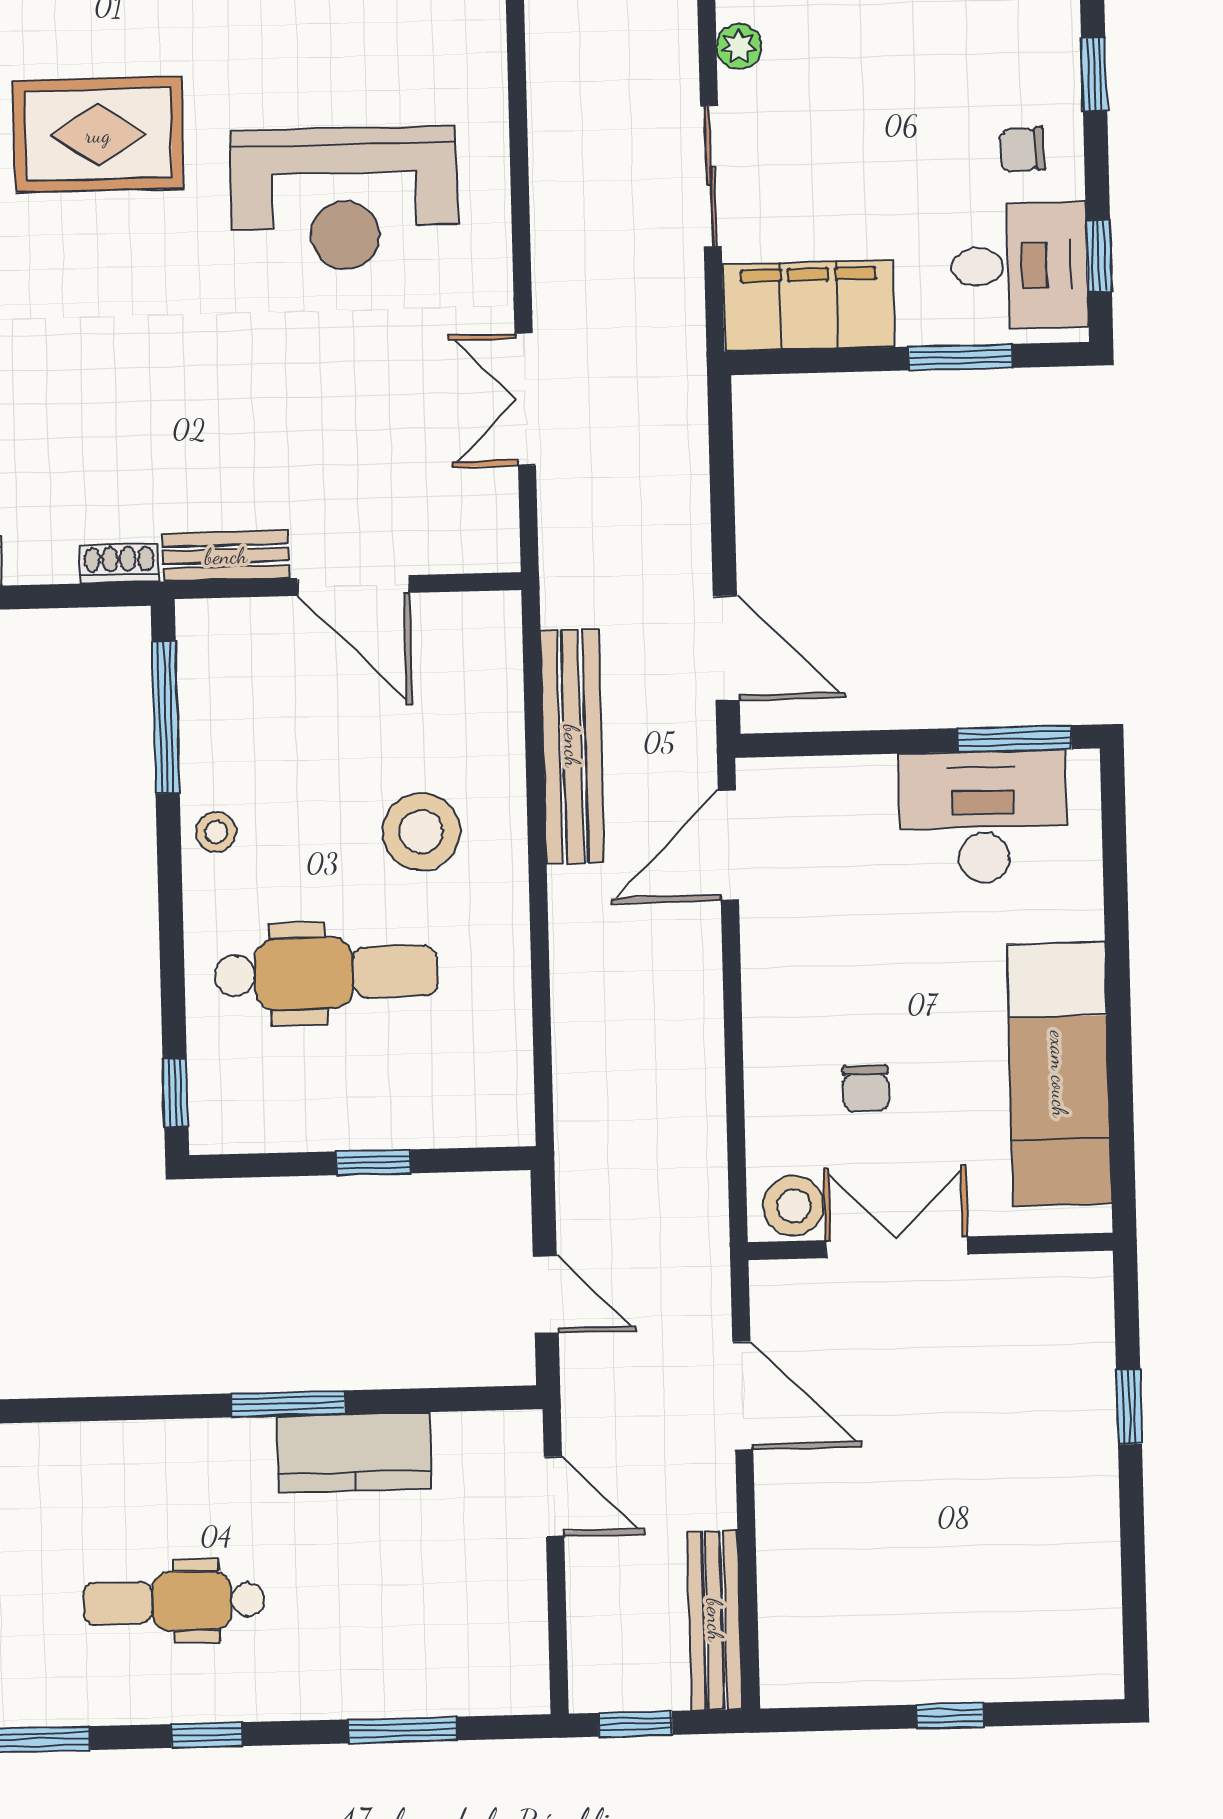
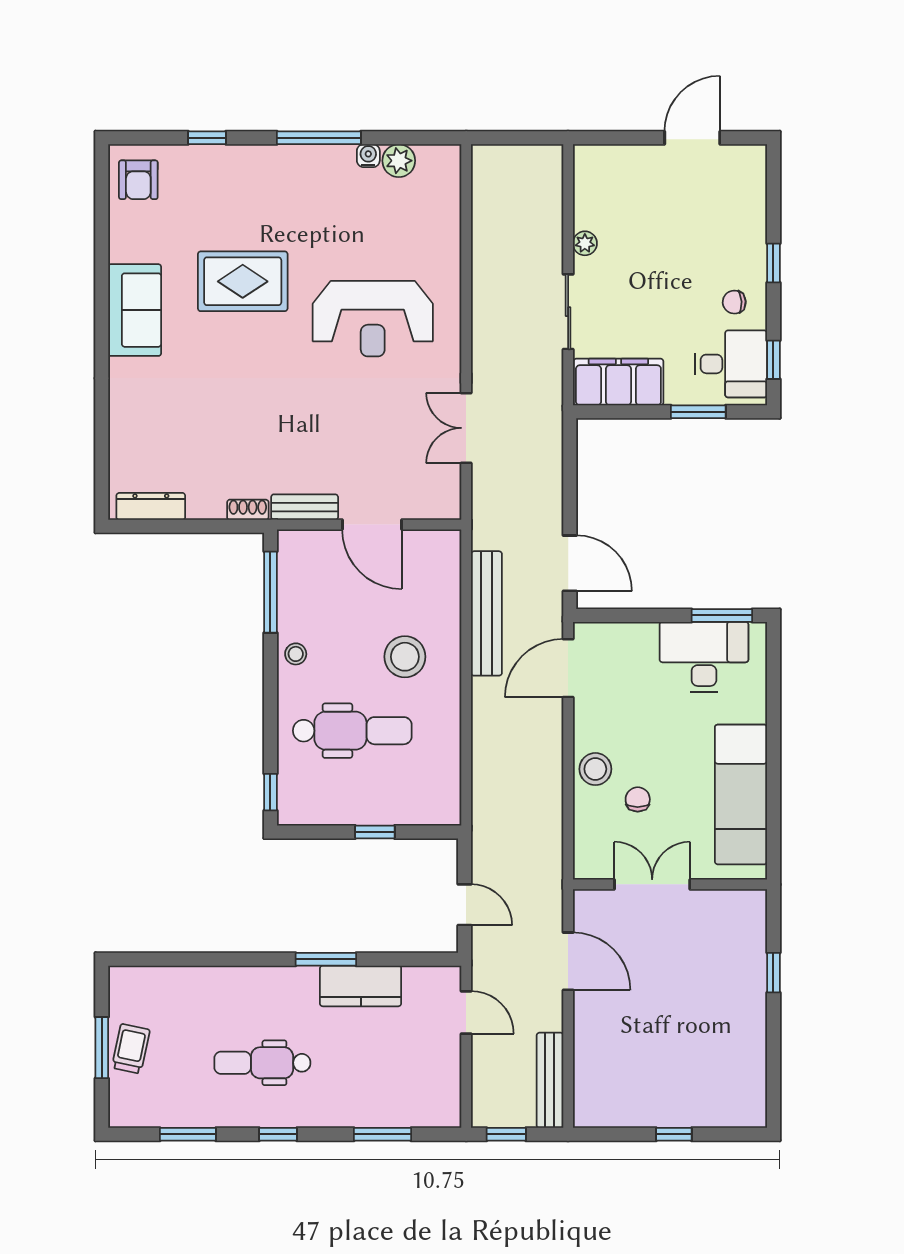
chair: (866, 1088) -> (638, 799), turned 180
stool: (794, 1206) -> (595, 769), moved

